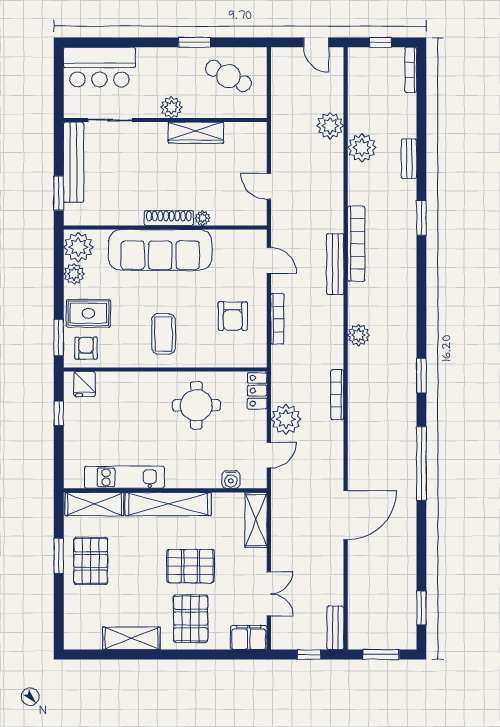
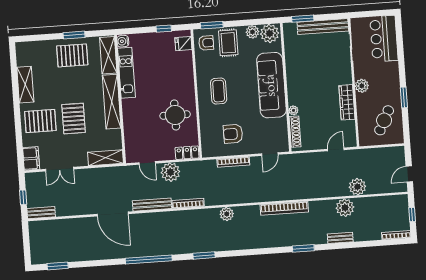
door: (269, 186) -> (336, 149), moved
shoe rack: (169, 218) -> (295, 132), moved
bench: (335, 264) -> (152, 205), moved
coffee table: (164, 334) -> (219, 91), turned 90
water cooler: (231, 480) -> (123, 41), moved
window: (381, 654) -> (26, 243), removed

